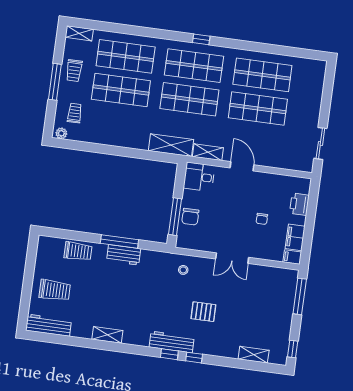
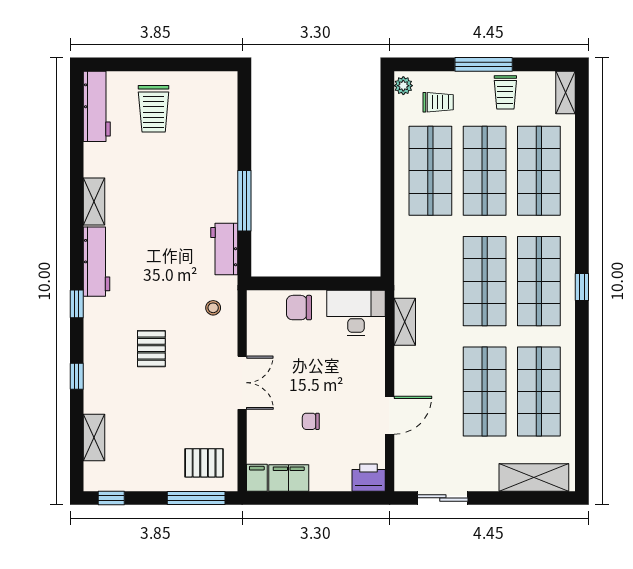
trolley: (74, 71) -> (505, 92), turned -90
shop shelf: (116, 124) -> (430, 171), added
shelving: (171, 145) -> (534, 477), moved, turned 90
door: (242, 166) -> (390, 415), moved
desk: (199, 177) -> (356, 313), width x1.37
printer: (299, 204) -> (369, 478), moved
window: (175, 217) -> (296, 283), removed
trolley: (78, 251) -> (220, 137), removed
workbench: (124, 255) -> (224, 249), moved
double door: (232, 258) -> (242, 383), swing flipped
pallet: (279, 289) -> (204, 463), added
workbench: (172, 342) -> (97, 262), moved
window: (194, 358) -> (77, 376), moved

